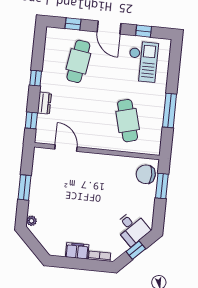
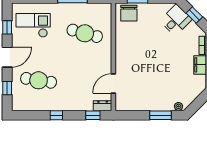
dresser: (44, 103) -> (103, 106), moved
cafe table: (128, 121) -> (85, 33), turned 30
window: (25, 187) -> (161, 115), moved

